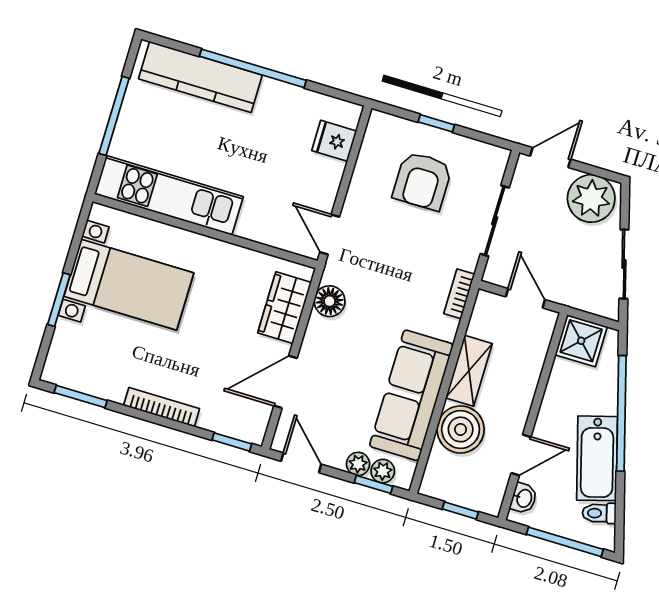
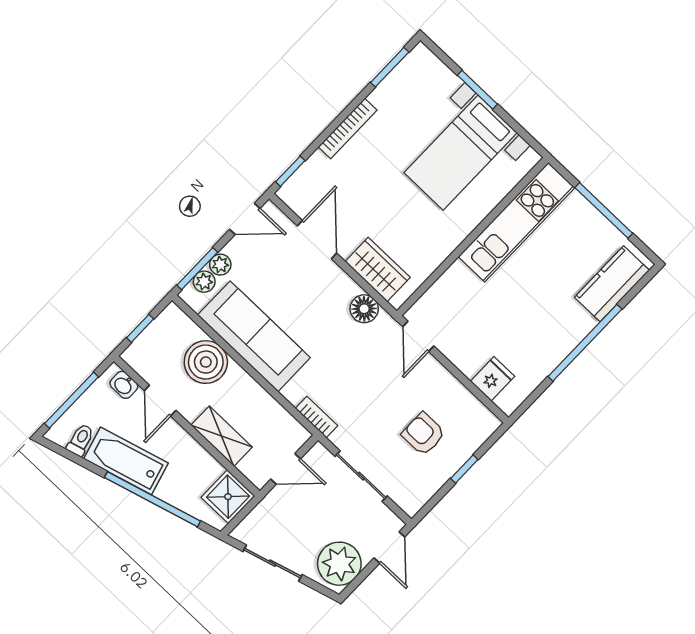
kitchen counter: (200, 77) -> (612, 284), width x0.67
armchair: (422, 181) -> (423, 434), width x0.72, depth x0.72
door: (330, 234) -> (418, 336), swing flipped
shelving: (469, 371) -> (222, 436), moved
window: (373, 484) -> (197, 269), width x1.50

